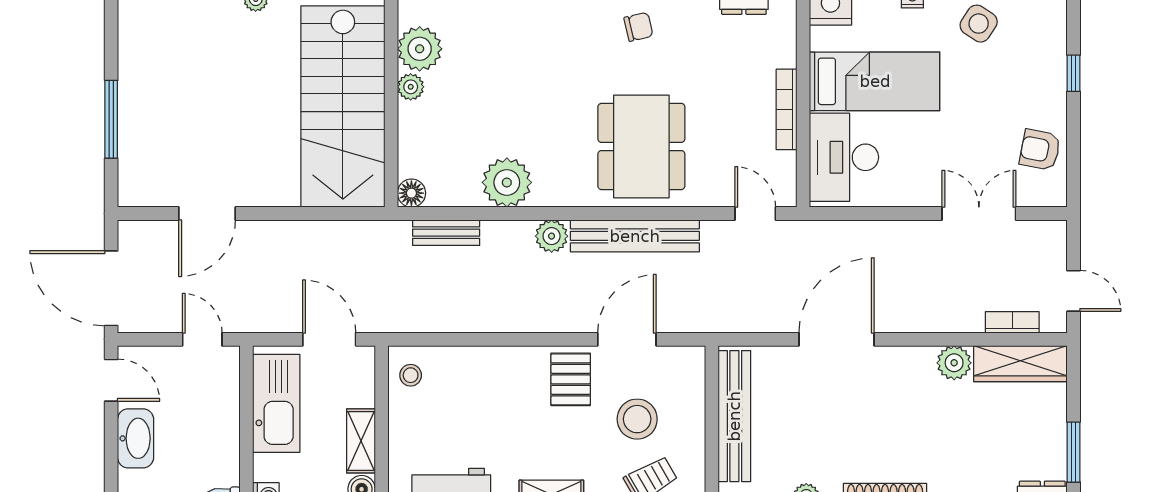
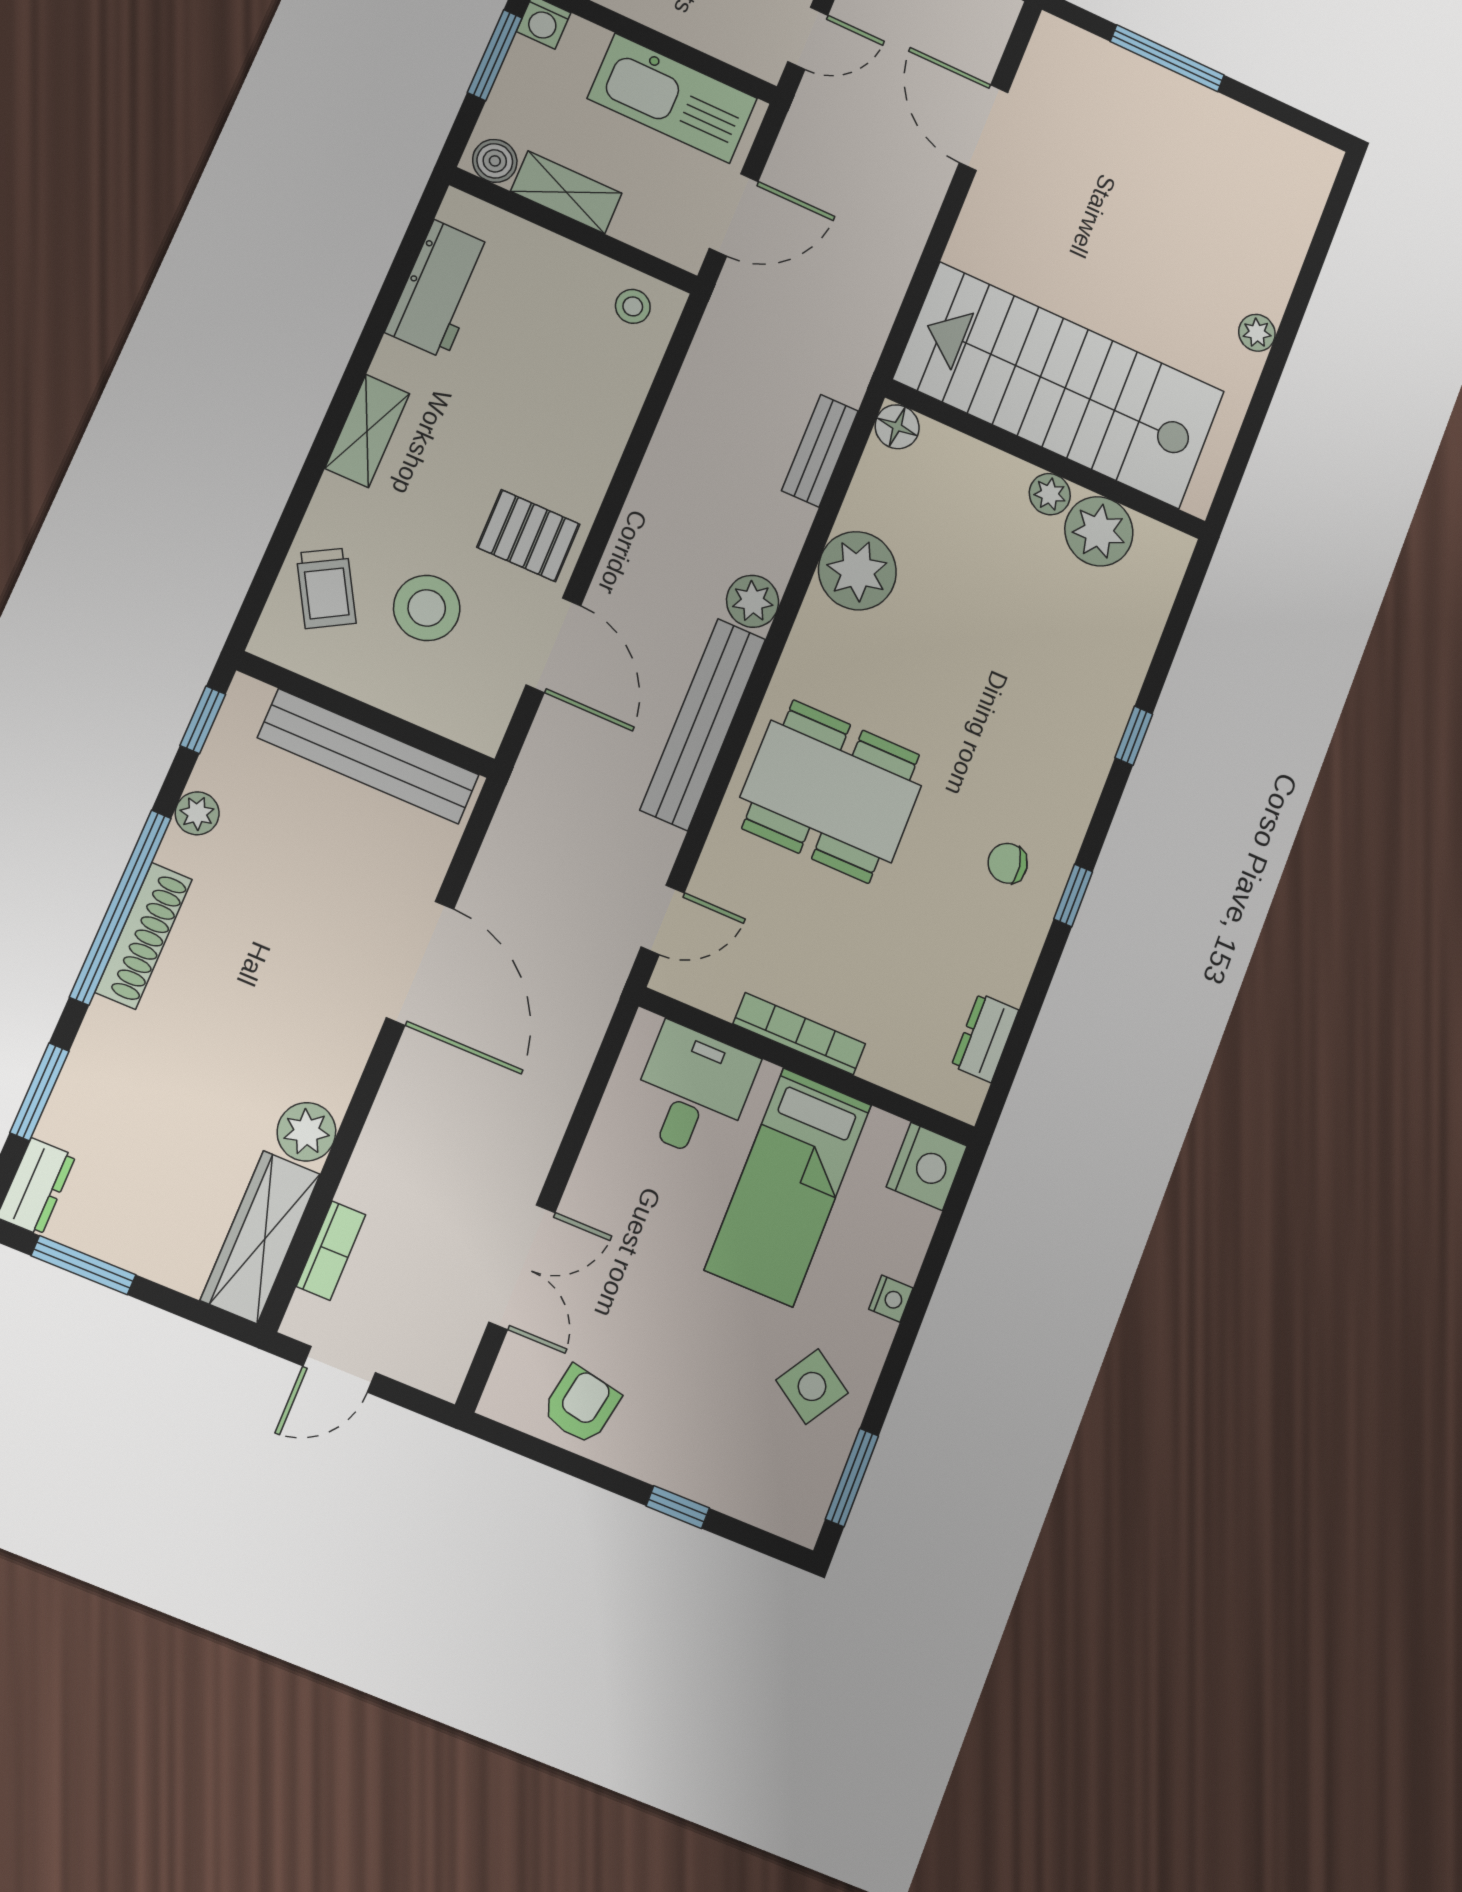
chair: (638, 27) -> (1008, 863), turned 94
desk: (844, 157) -> (693, 1092), width x0.73

